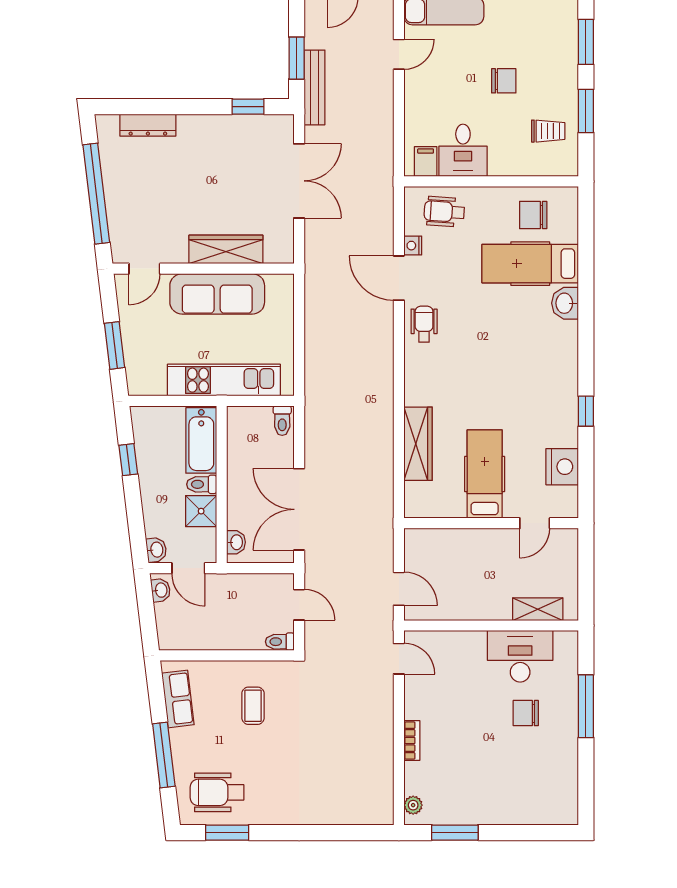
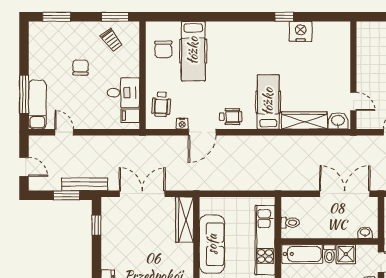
window: (586, 111) -> (115, 17), moved
trolley: (548, 131) -> (111, 40), turned 143
wardrobe: (226, 249) -> (185, 220), moved
washbasin: (565, 303) -> (338, 121), moved, turned 180
wheelchair: (424, 324) -> (231, 117), turned 180
toilet: (282, 421) -> (290, 223), moved
nightstand: (562, 467) -> (301, 31), moved
hospital bed: (485, 474) -> (268, 102), moved, turned 90
double door: (299, 509) -> (345, 194), swing flipped
door: (535, 523) -> (353, 101), moved

